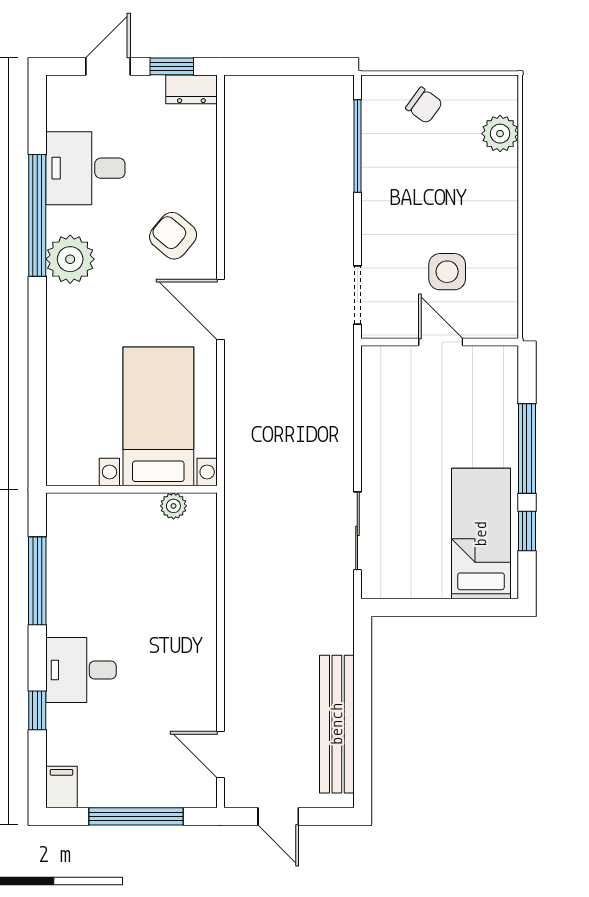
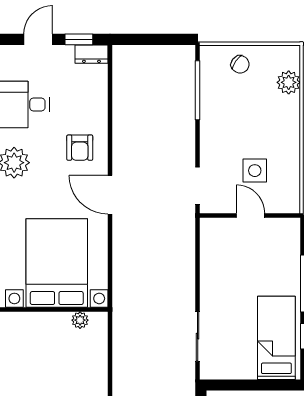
armchair: (173, 236) -> (80, 148), turned -130
bed with nightstands: (158, 416) -> (57, 263), width x1.36

